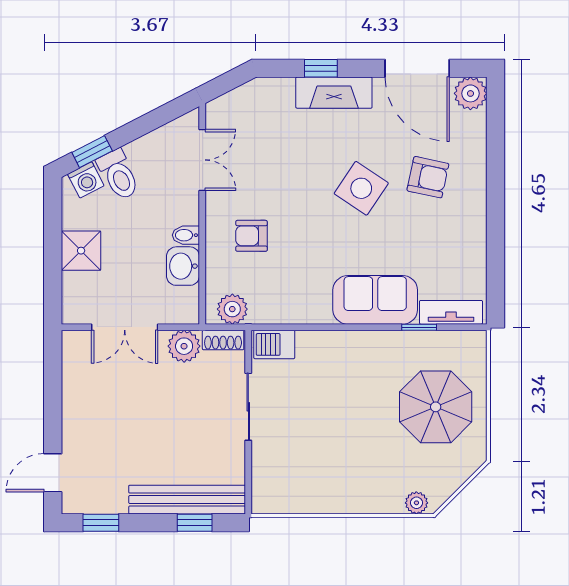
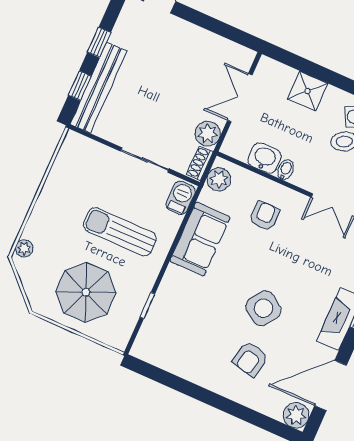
sofa: (375, 300) -> (200, 239), moved
tv unit: (451, 312) -> (148, 333), removed
sun lounger: (346, 398) -> (120, 232), added
window: (101, 523) -> (99, 42), moved

